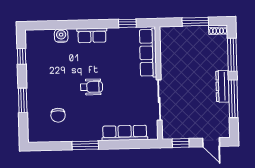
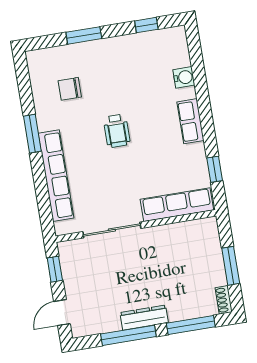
row of seats: (125, 133) -> (56, 176), width x1.36

